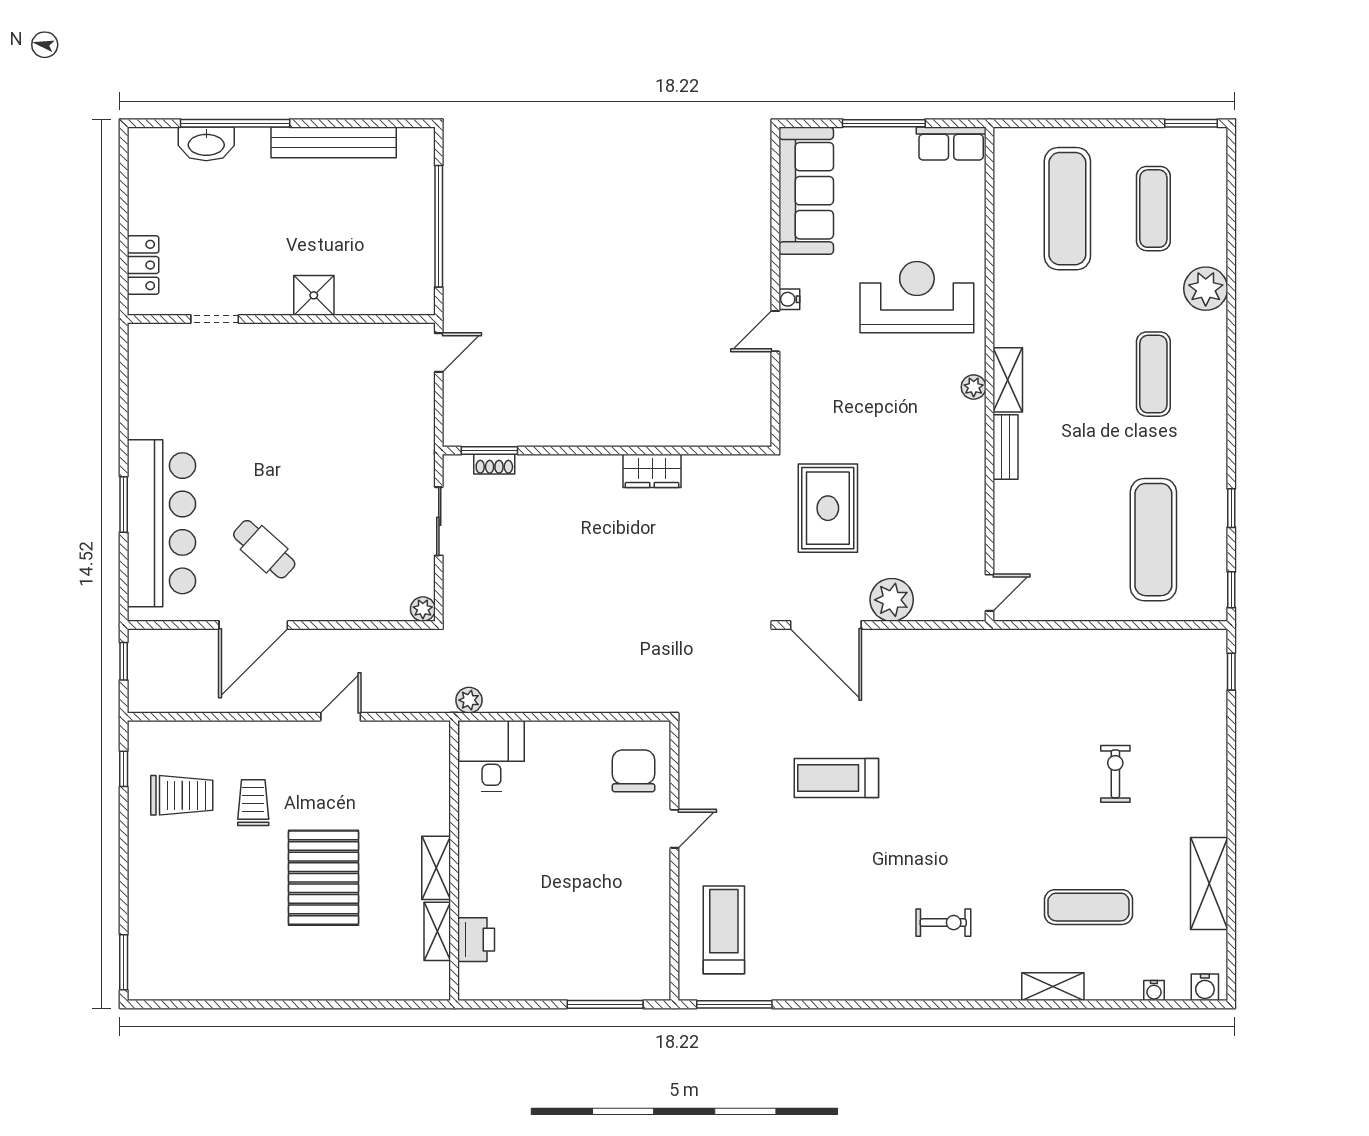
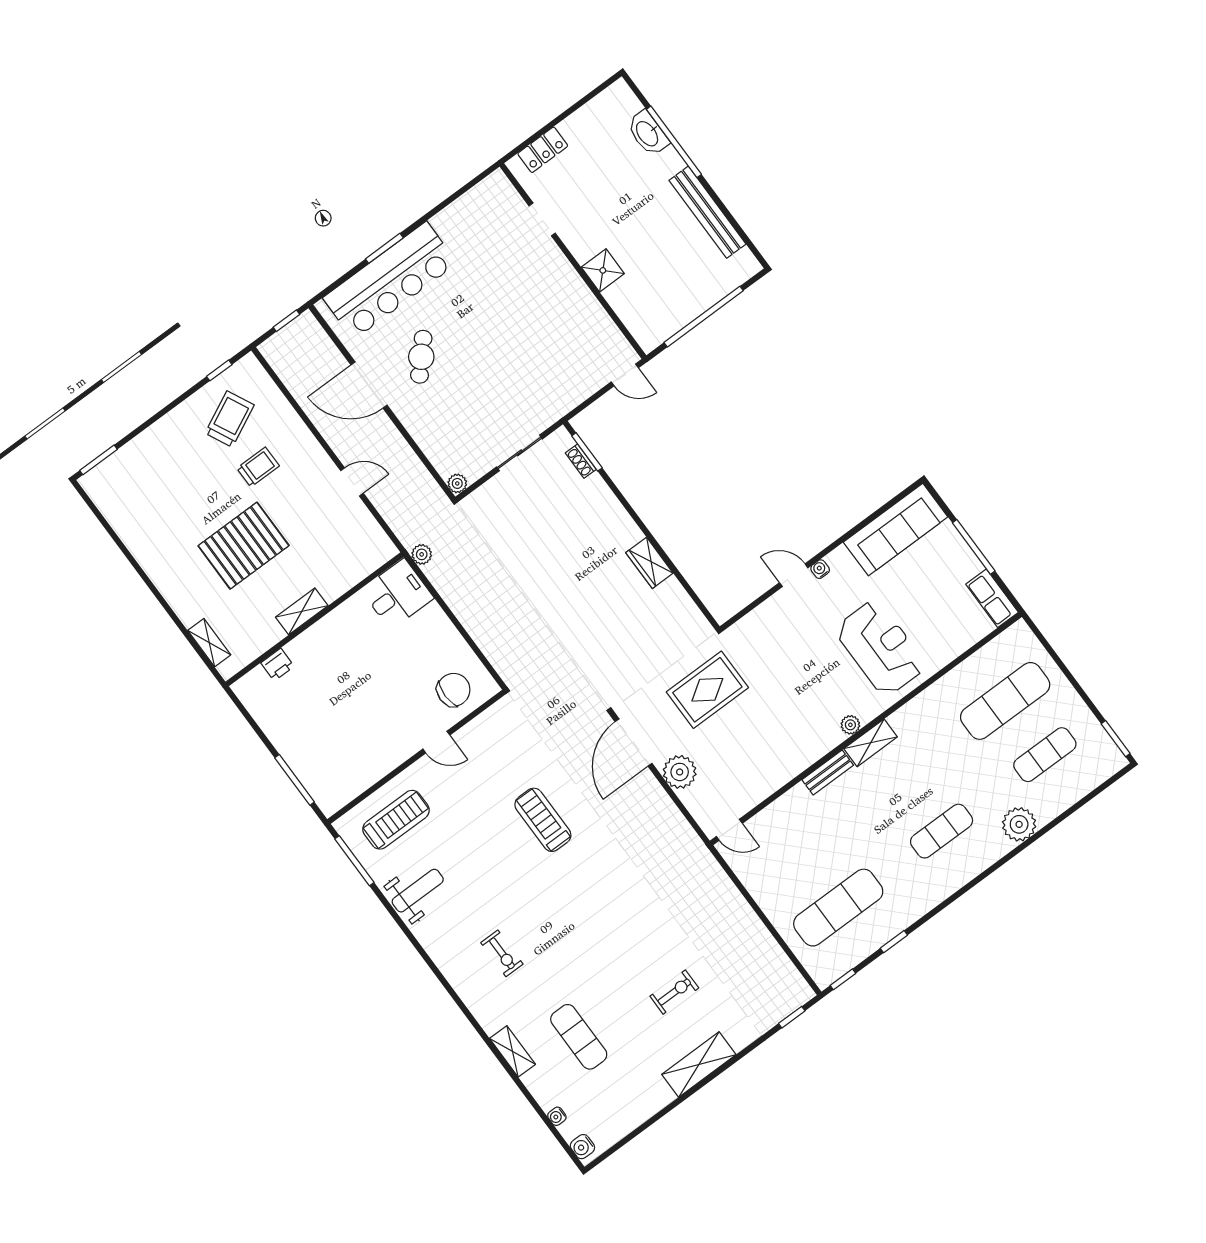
trolley: (182, 795) -> (230, 419), turned -116
shelving: (1209, 883) -> (699, 1065), moved
shelving: (437, 931) -> (209, 643), moved, turned 90
printer: (476, 940) -> (277, 665), width x0.73, depth x0.81
weight bench: (814, 962) -> (418, 891), added

